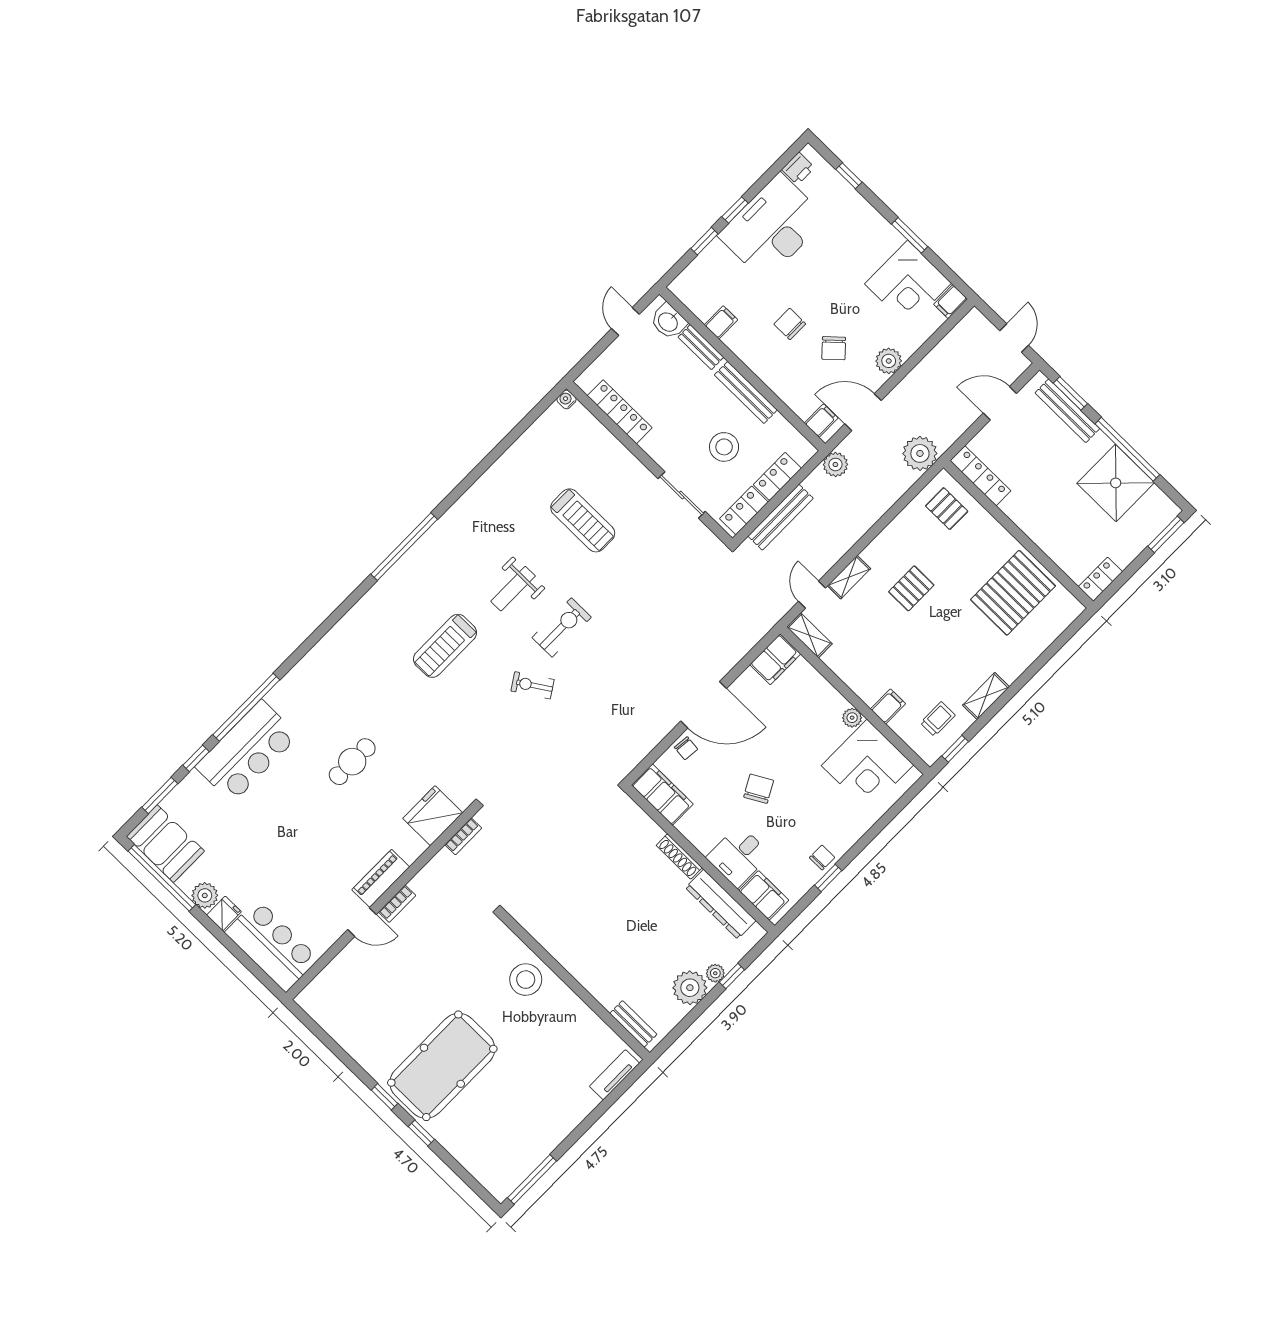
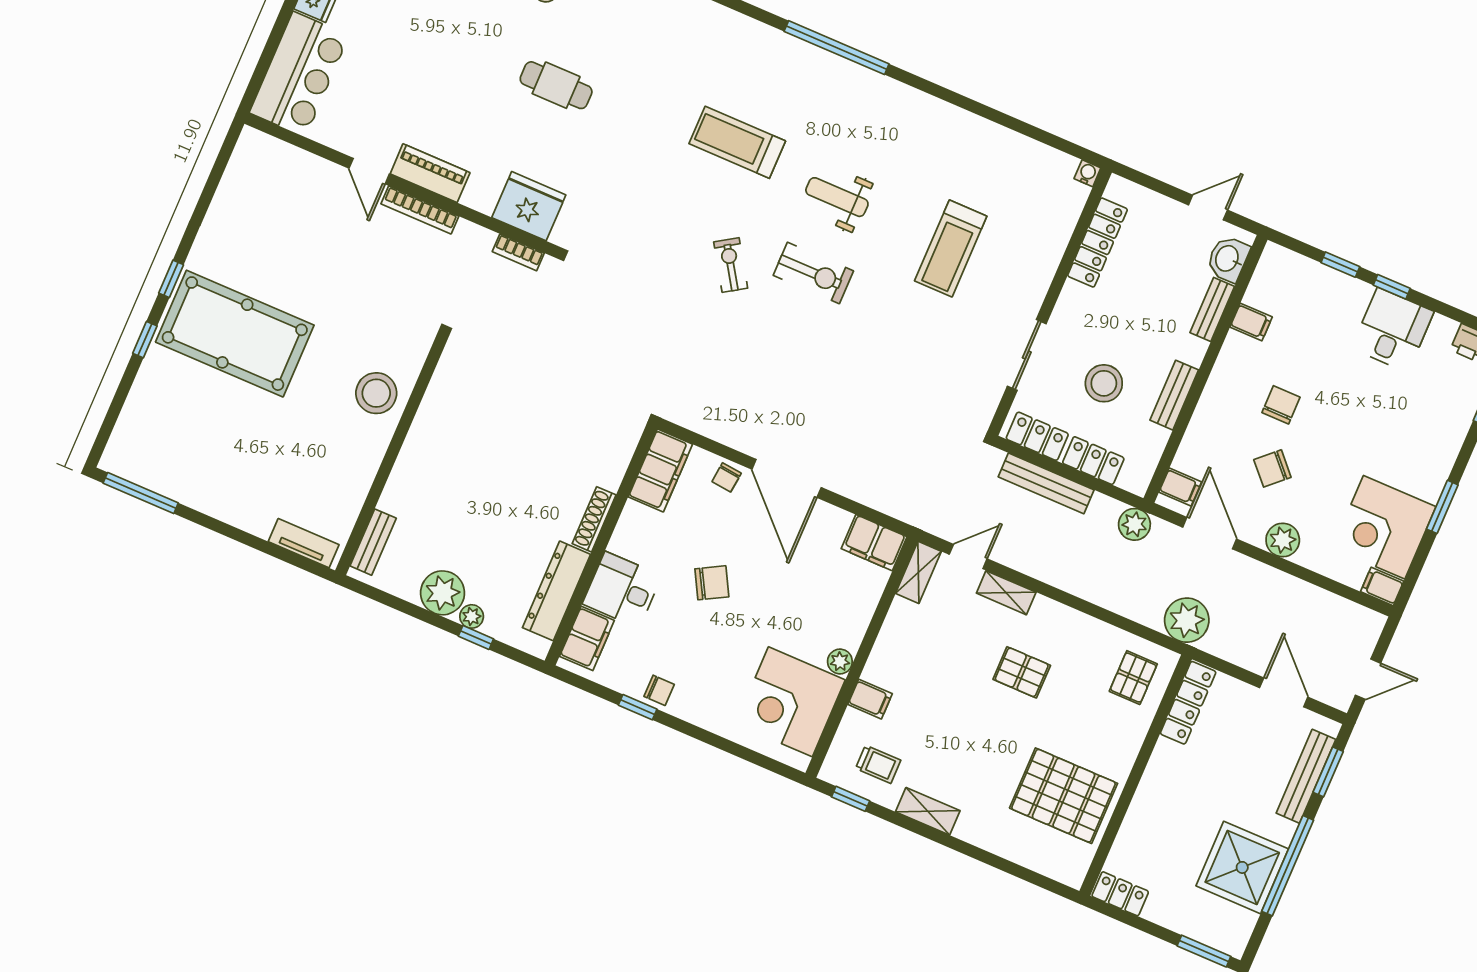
desk: (772, 227) -> (1393, 330), width x0.53, depth x0.77
bench: (746, 392) -> (1174, 395), width x0.73
bookcase: (397, 904) -> (420, 210), width x1.56

